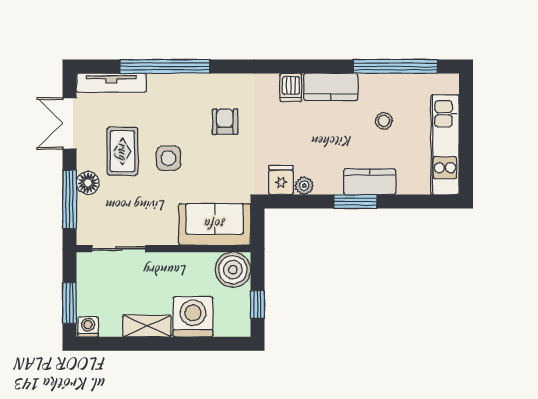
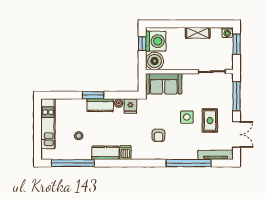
kitchen counter: (370, 182) -> (100, 105), moved
floor lamp: (88, 183) -> (227, 105), removed
washing machine: (193, 317) -> (156, 41), moved, turned -90

